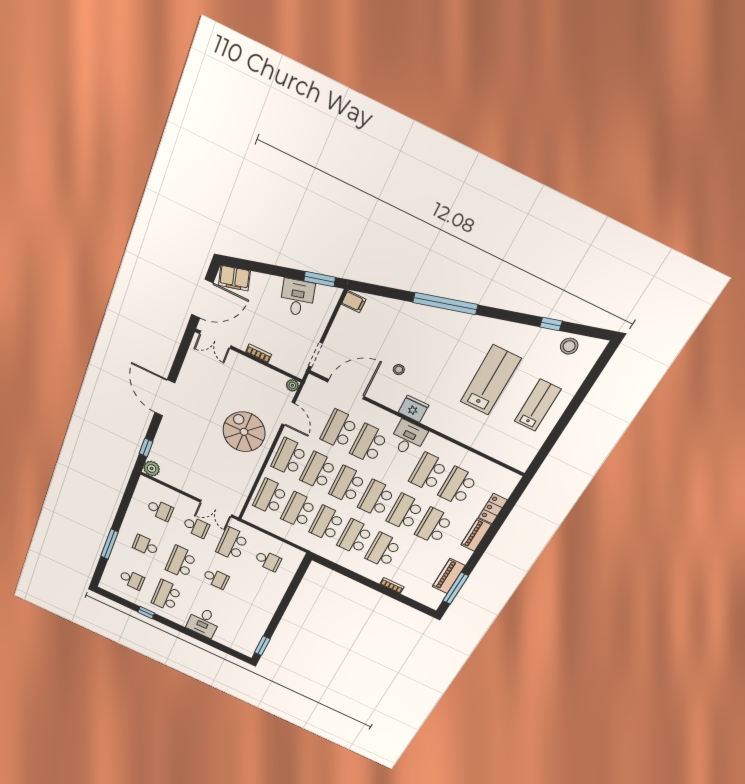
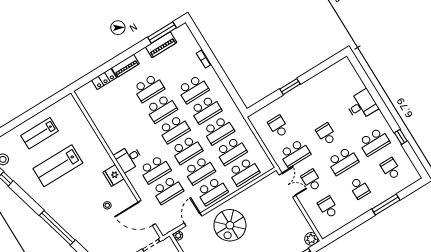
school desk: (428, 472) -> (130, 128), removed
school desk: (458, 486) -> (117, 108), removed
window: (262, 646) -> (290, 87), moved

